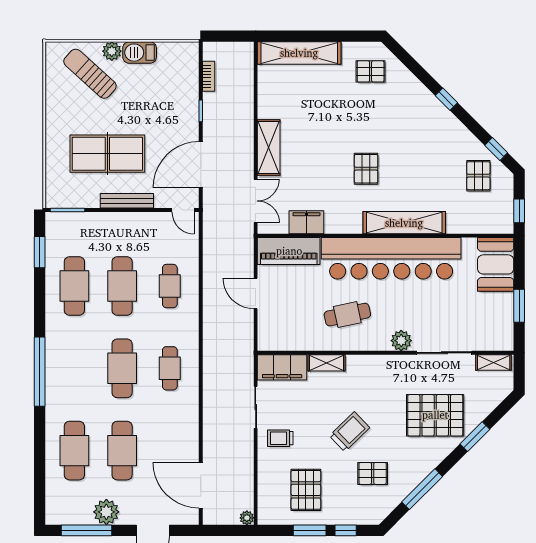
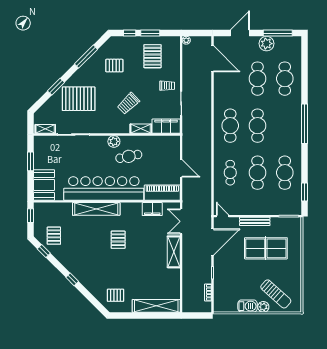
plant: (401, 341) -> (114, 141), moved
cafe table: (170, 368) -> (230, 126), width x1.37, depth x1.35
trolley: (350, 432) -> (128, 103), moved

